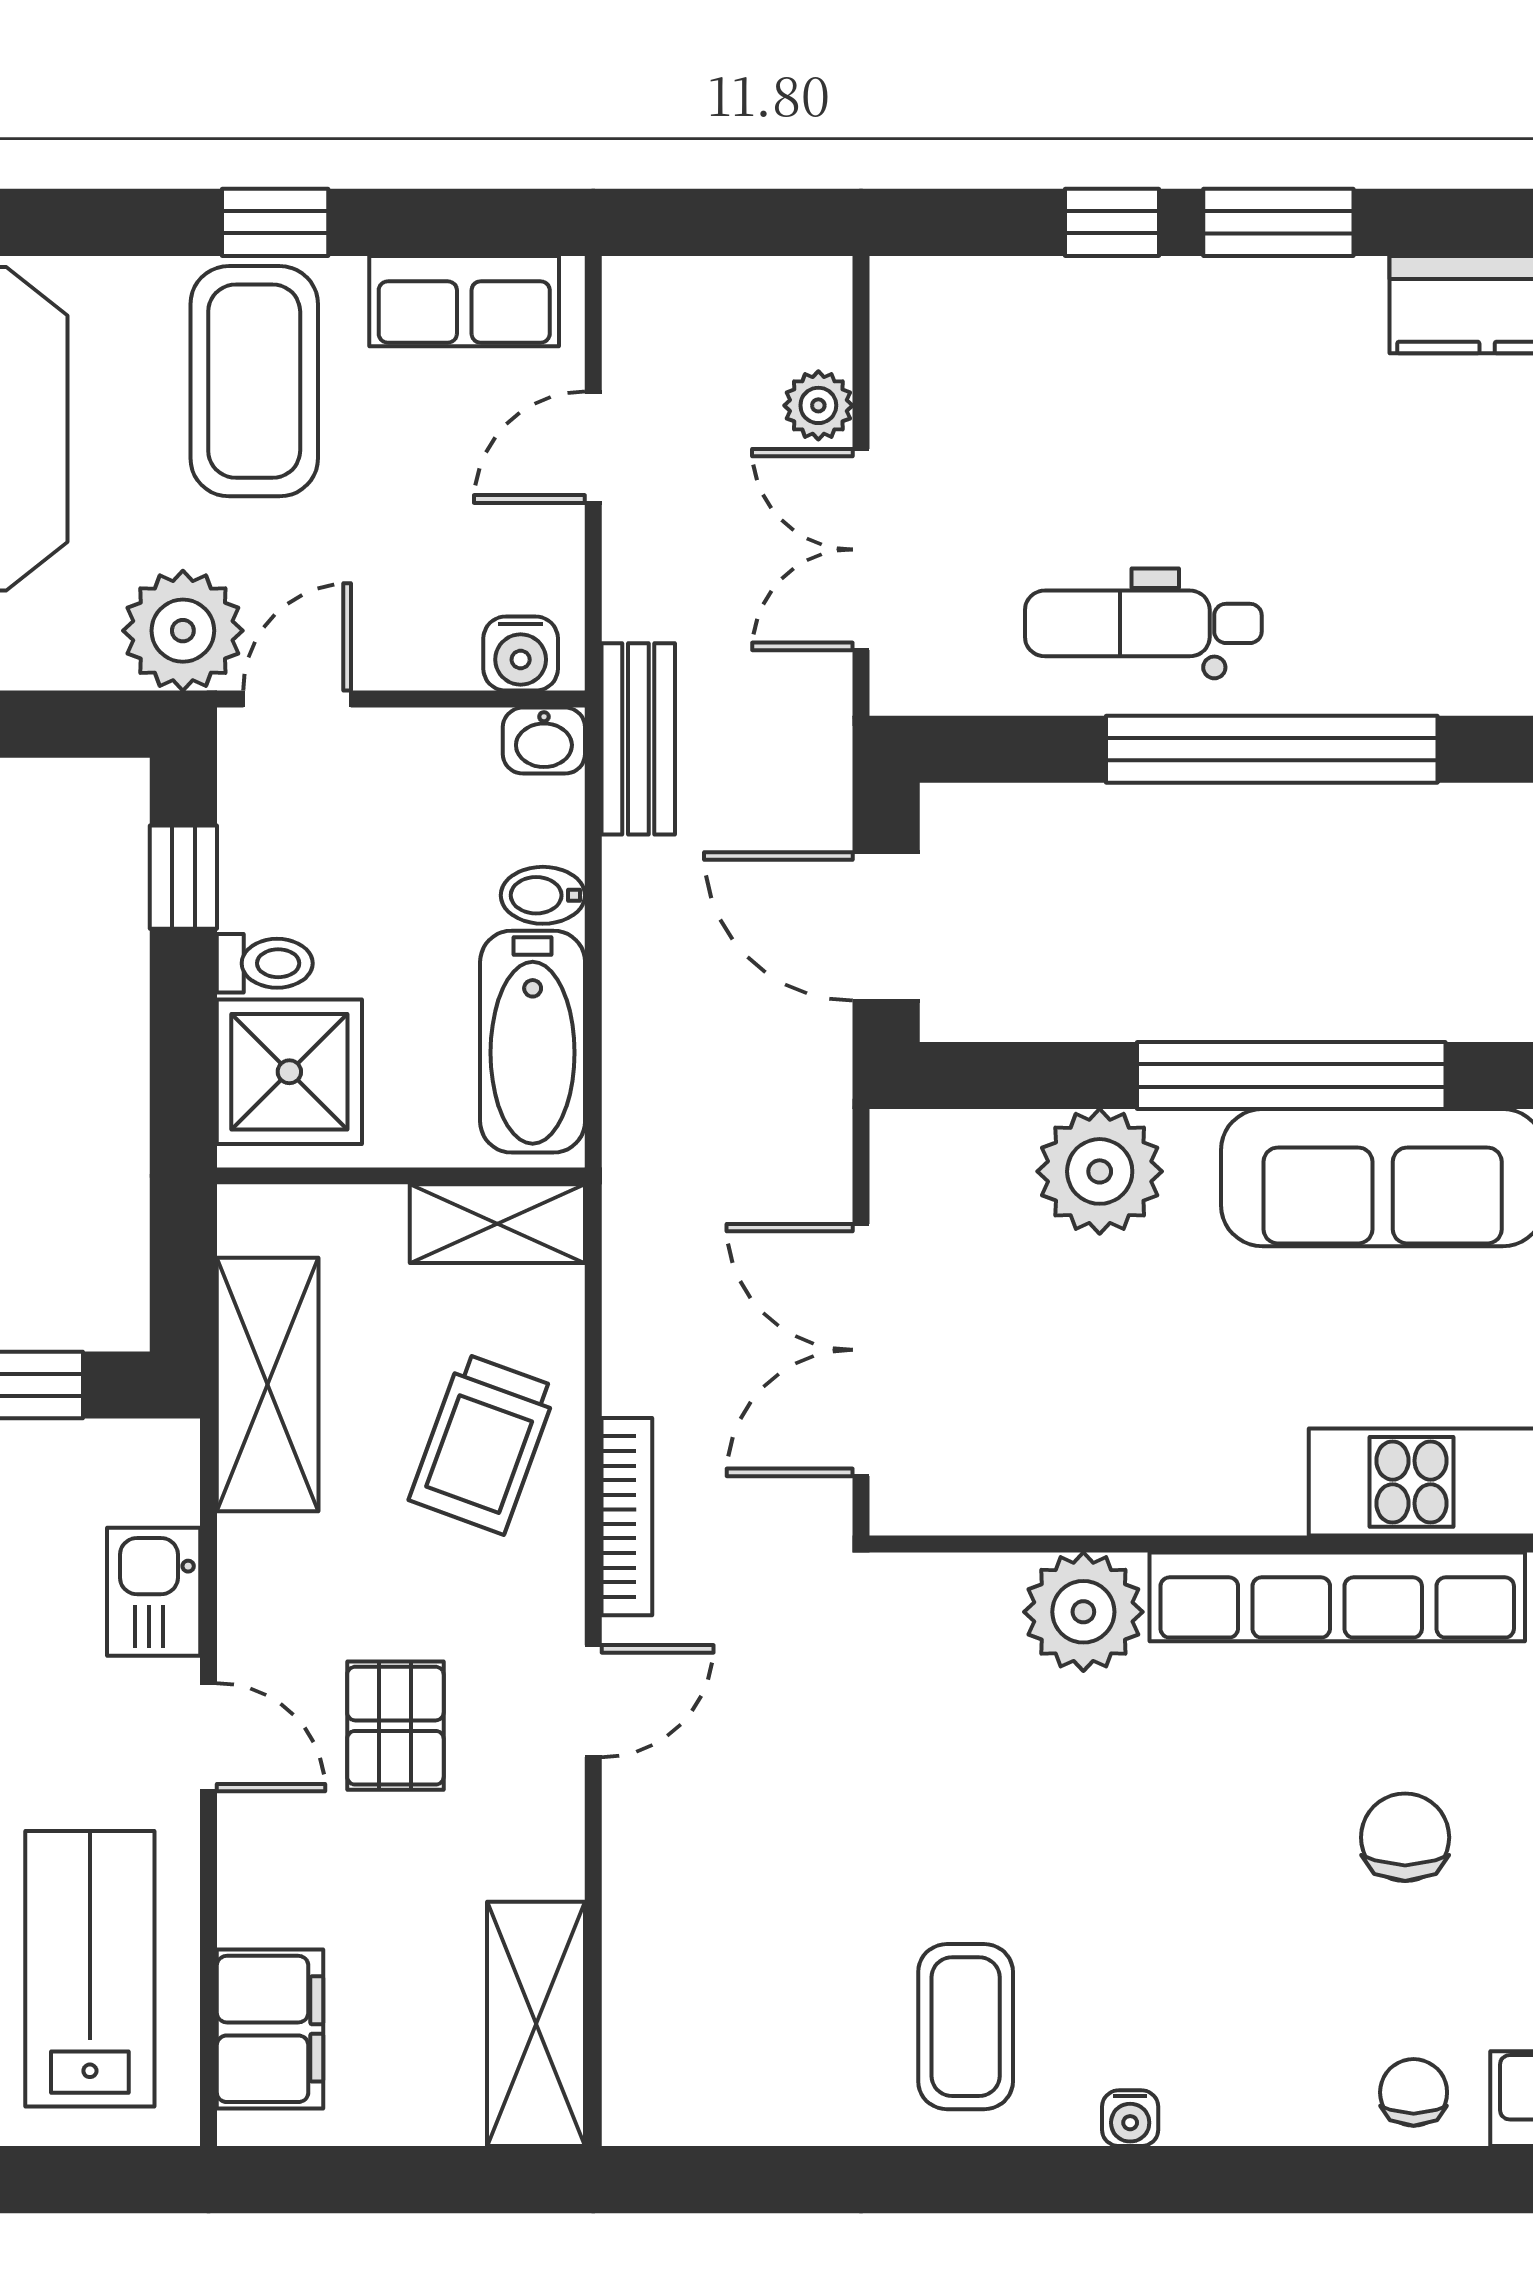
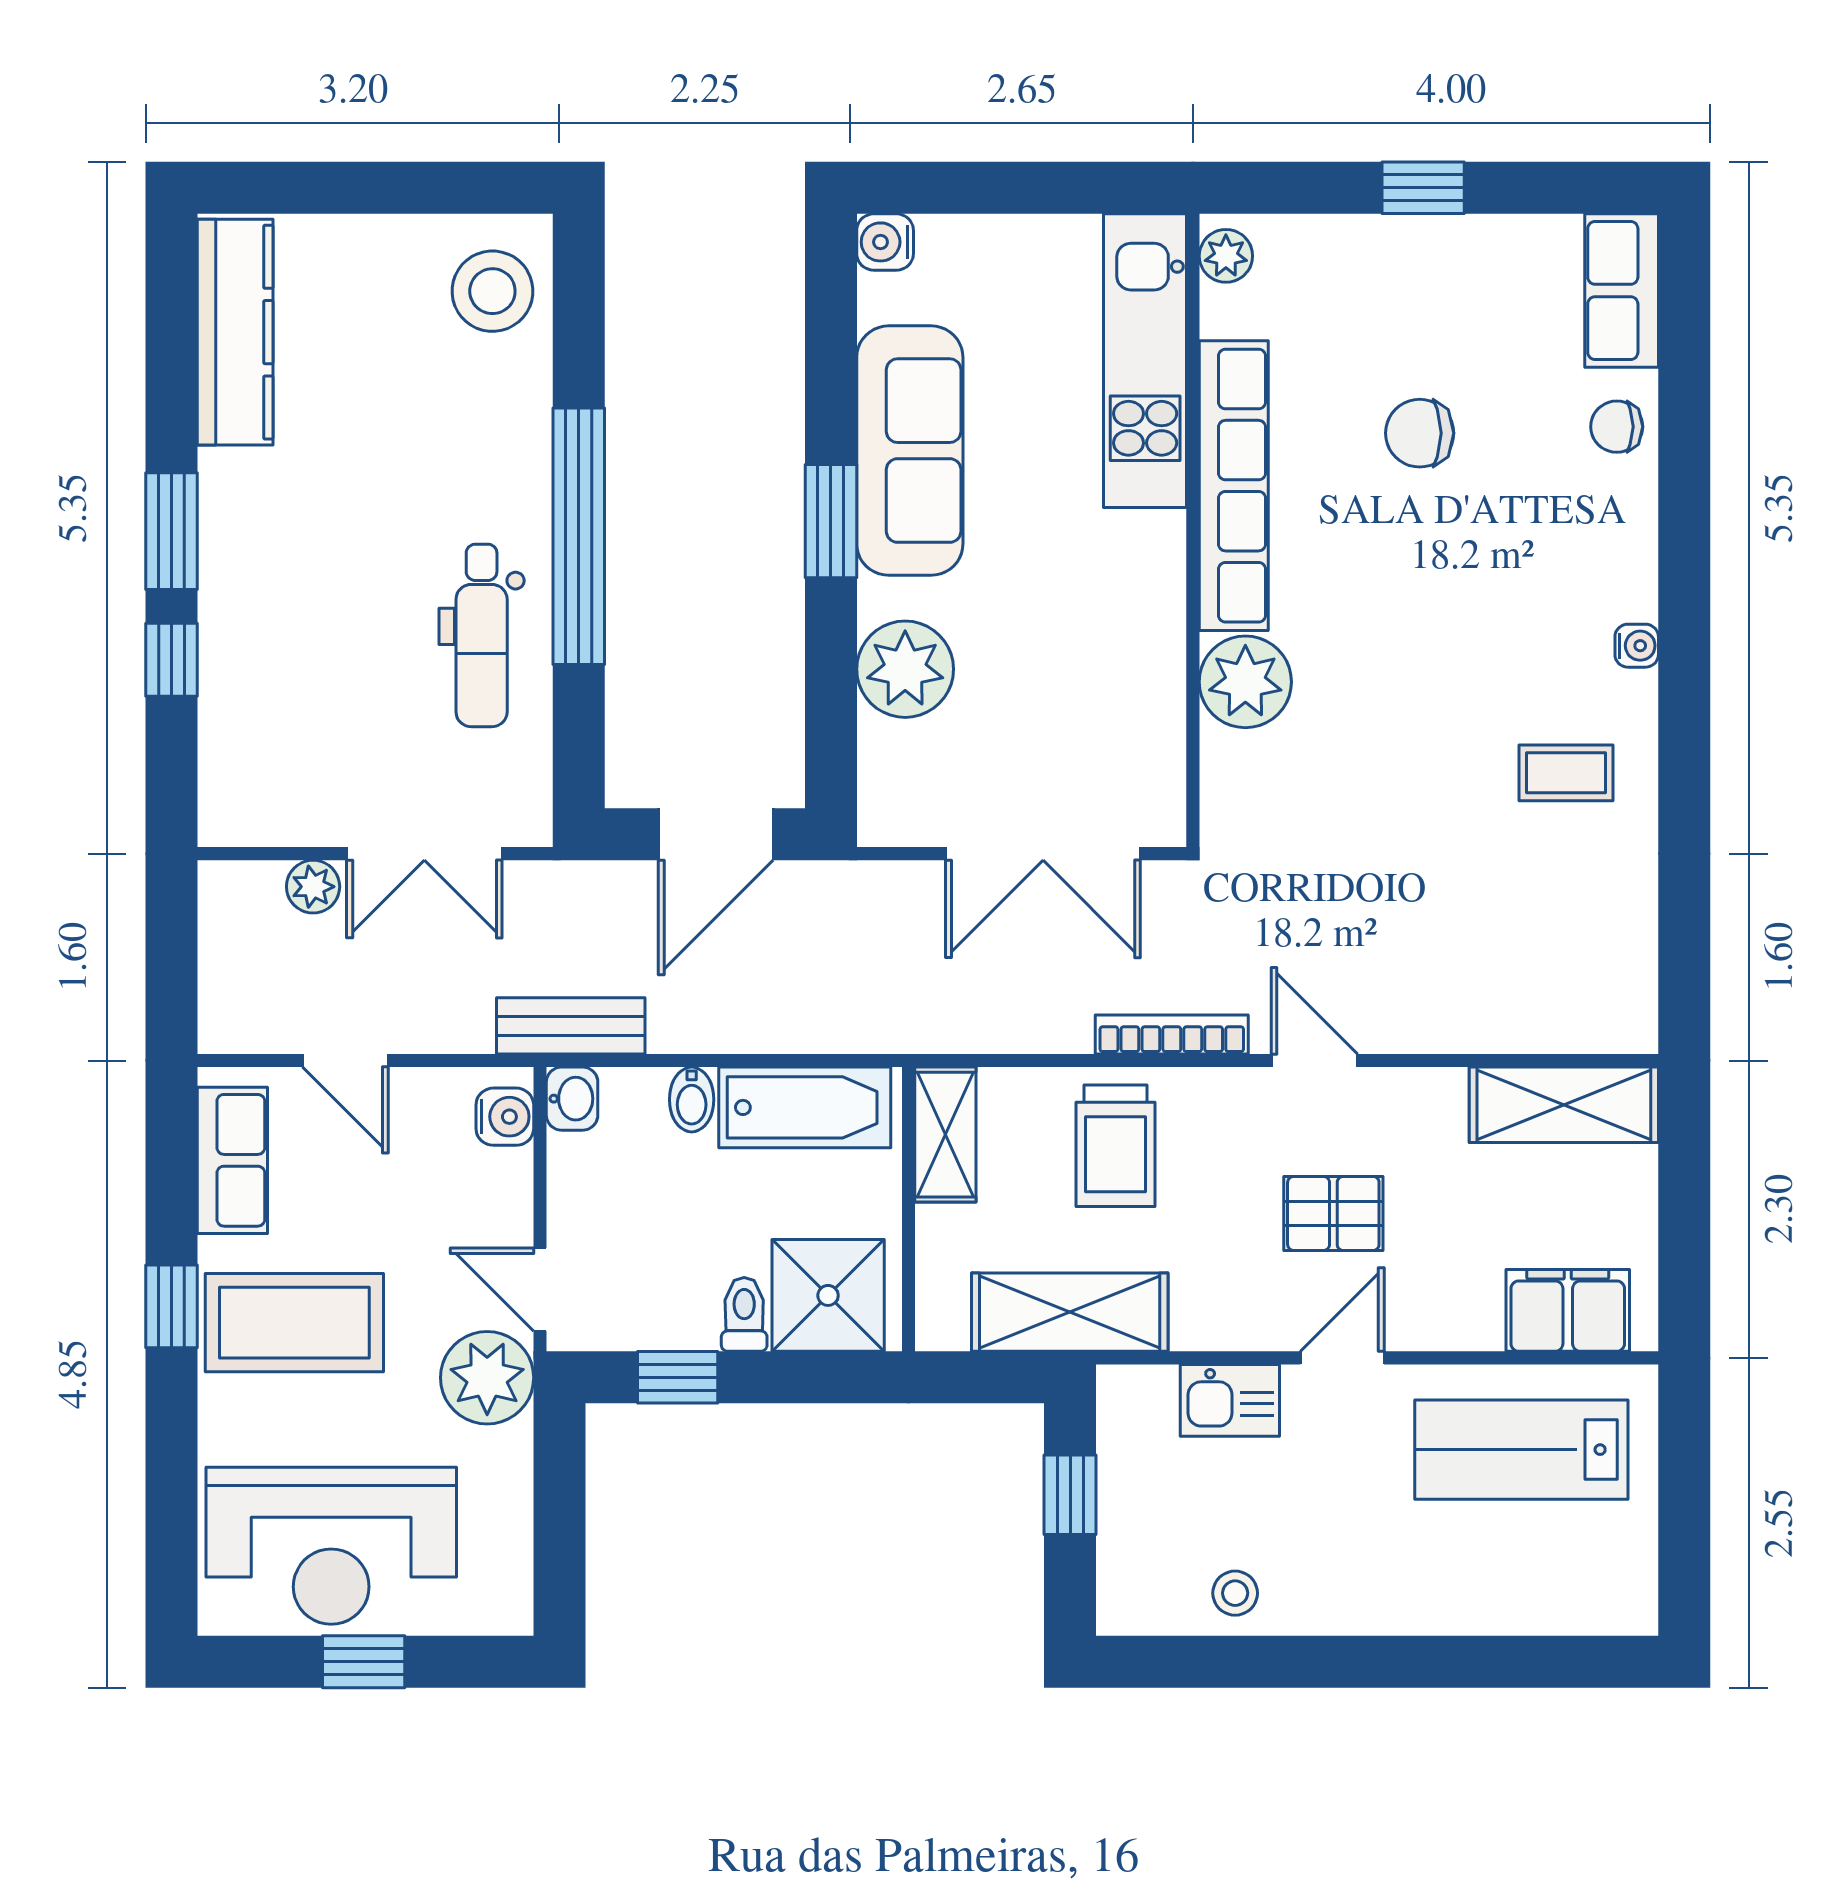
window: (1291, 1076) -> (831, 521), width x0.47
trolley: (483, 1444) -> (1115, 1146), turned 70
coffee table: (966, 2027) -> (1566, 773), width x0.73, depth x0.77

